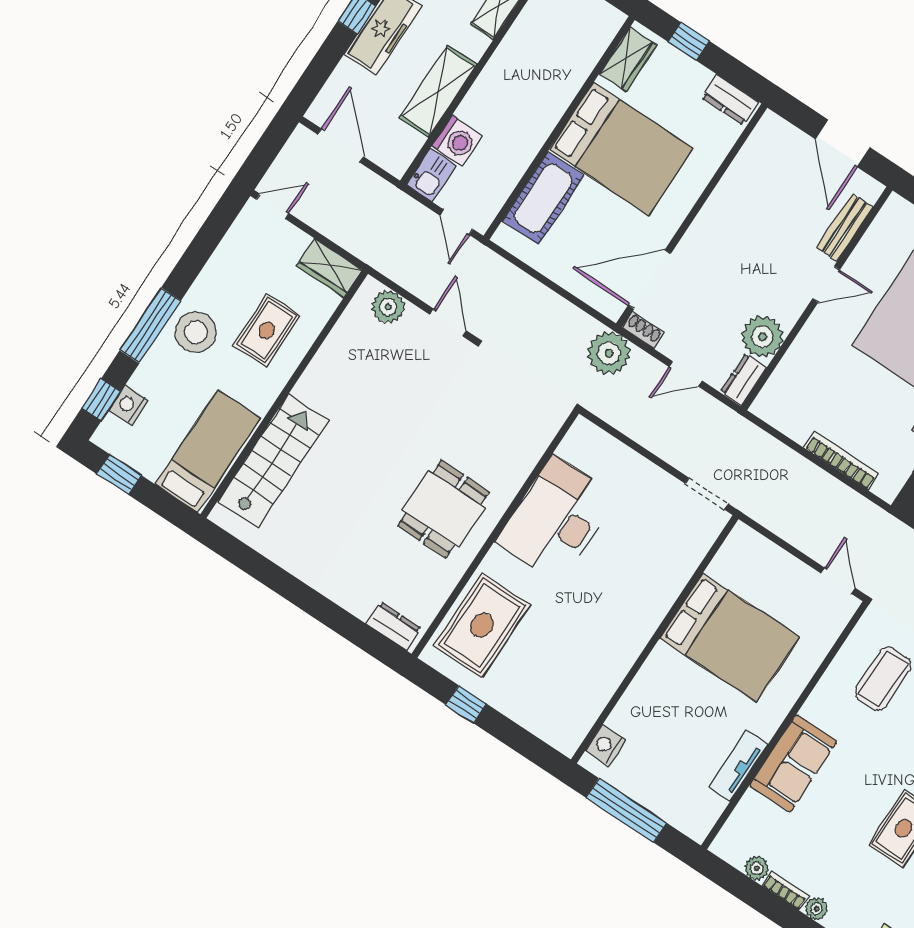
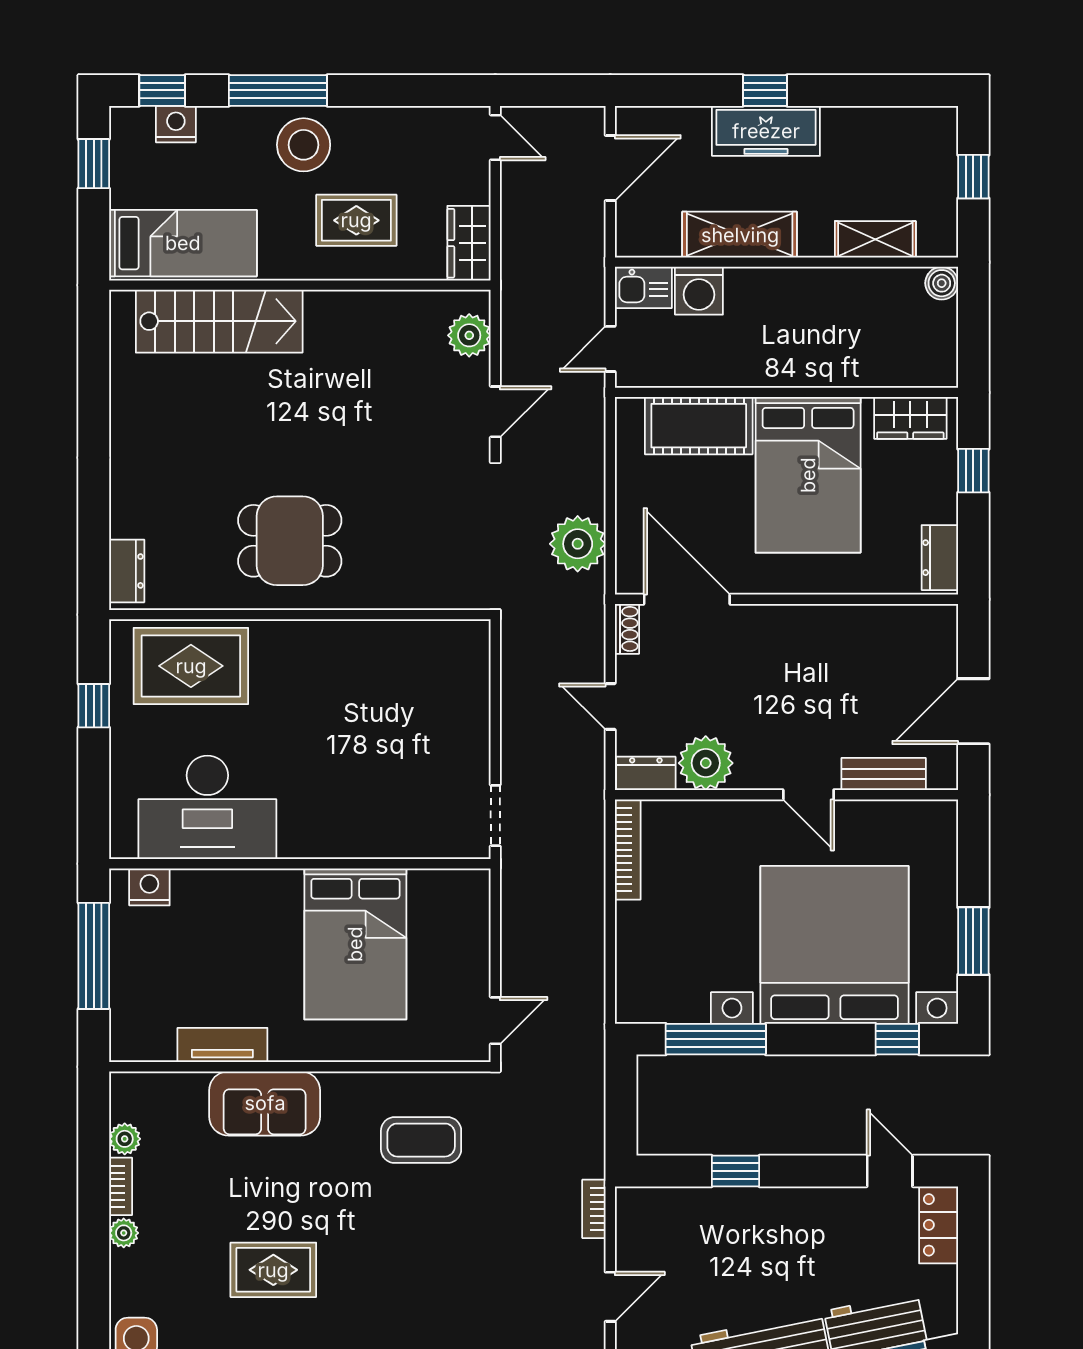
plant: (609, 353) -> (578, 544), moved
bookcase: (841, 461) -> (628, 850), moved
desk: (556, 519) -> (207, 807), moved, turned 180

